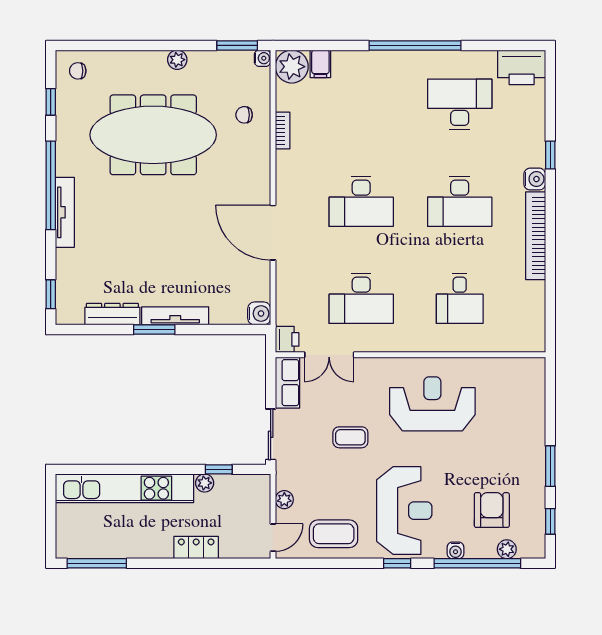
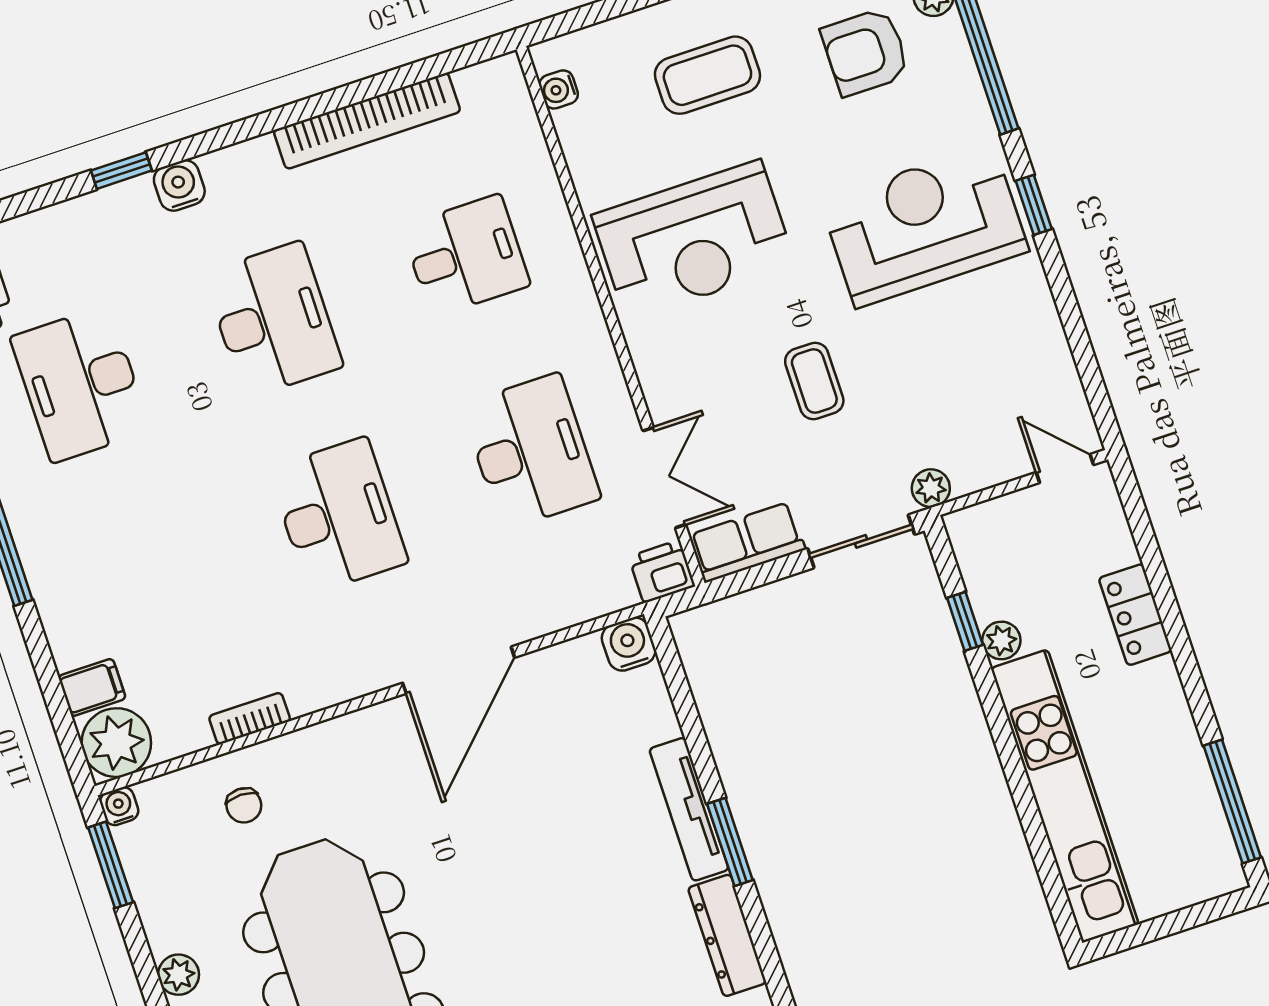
bookcase: (536, 236) -> (367, 121), moved
reception desk: (432, 404) -> (694, 240), turned -90
plant: (284, 500) -> (931, 488), moved
coffee table: (334, 534) -> (707, 75), moved, turned 90
water cooler: (455, 550) -> (559, 89), moved, turned 180

